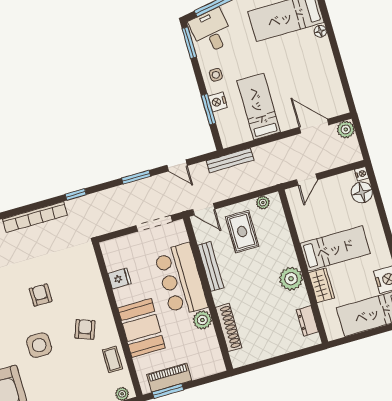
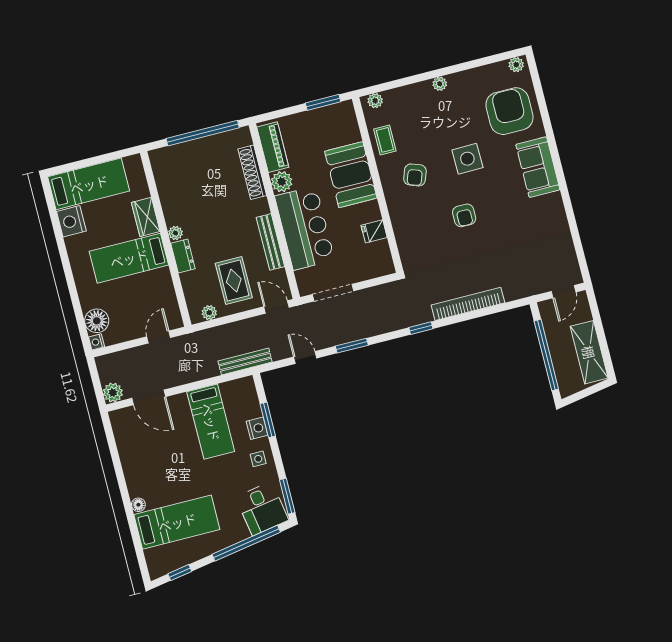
plant: (291, 279) -> (175, 233), width x0.53, depth x0.53
dresser: (307, 321) -> (183, 256), moved
window: (273, 361) -> (203, 133), added
piano: (169, 378) -> (273, 147), moved, turned -90

